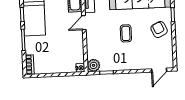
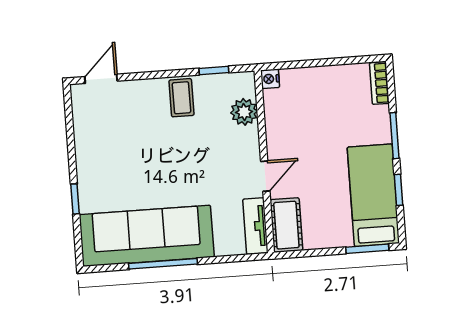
armchair: (159, 30) -> (104, 166), removed
coffee table: (126, 33) -> (181, 98), moved
plant: (94, 65) -> (244, 112), moved

